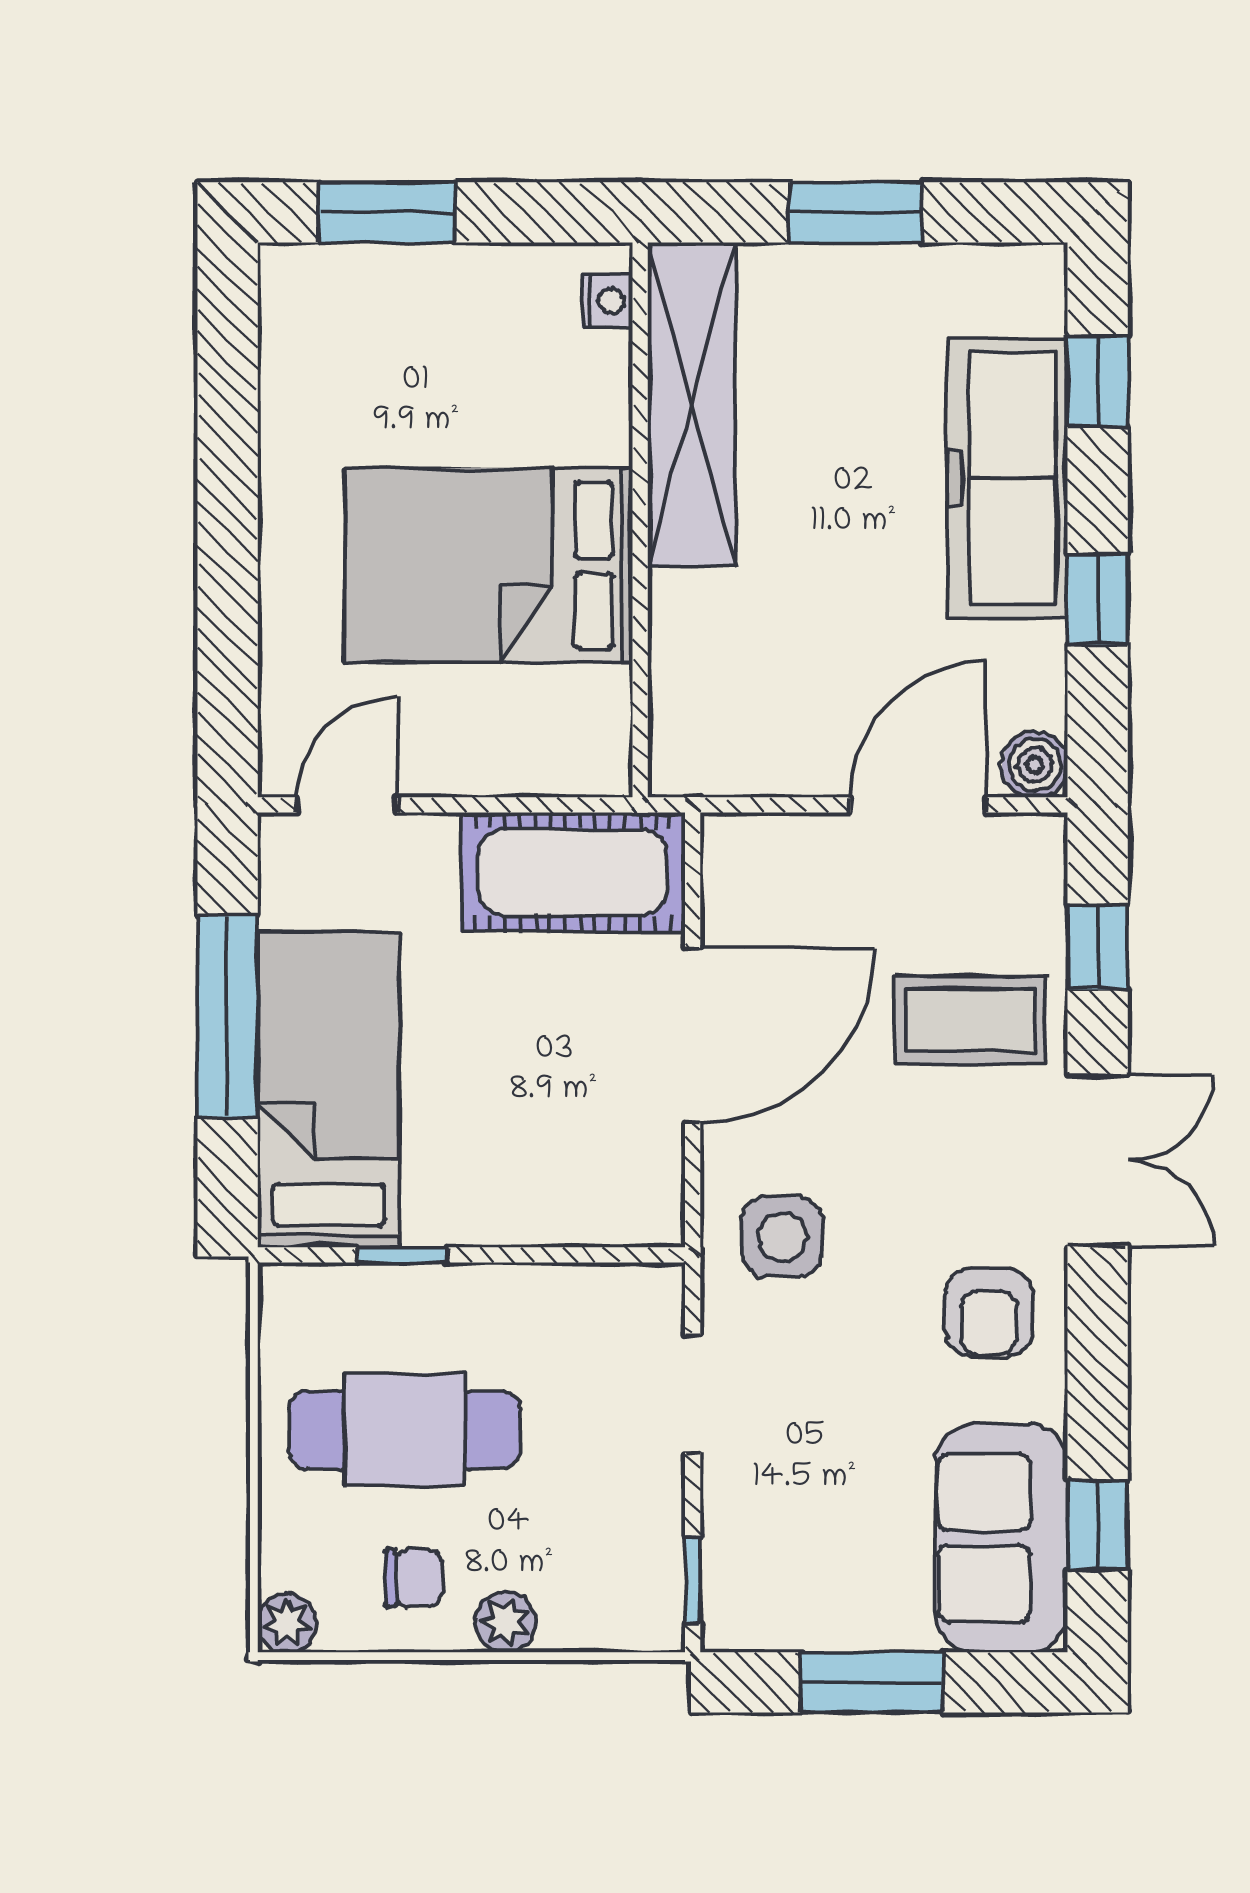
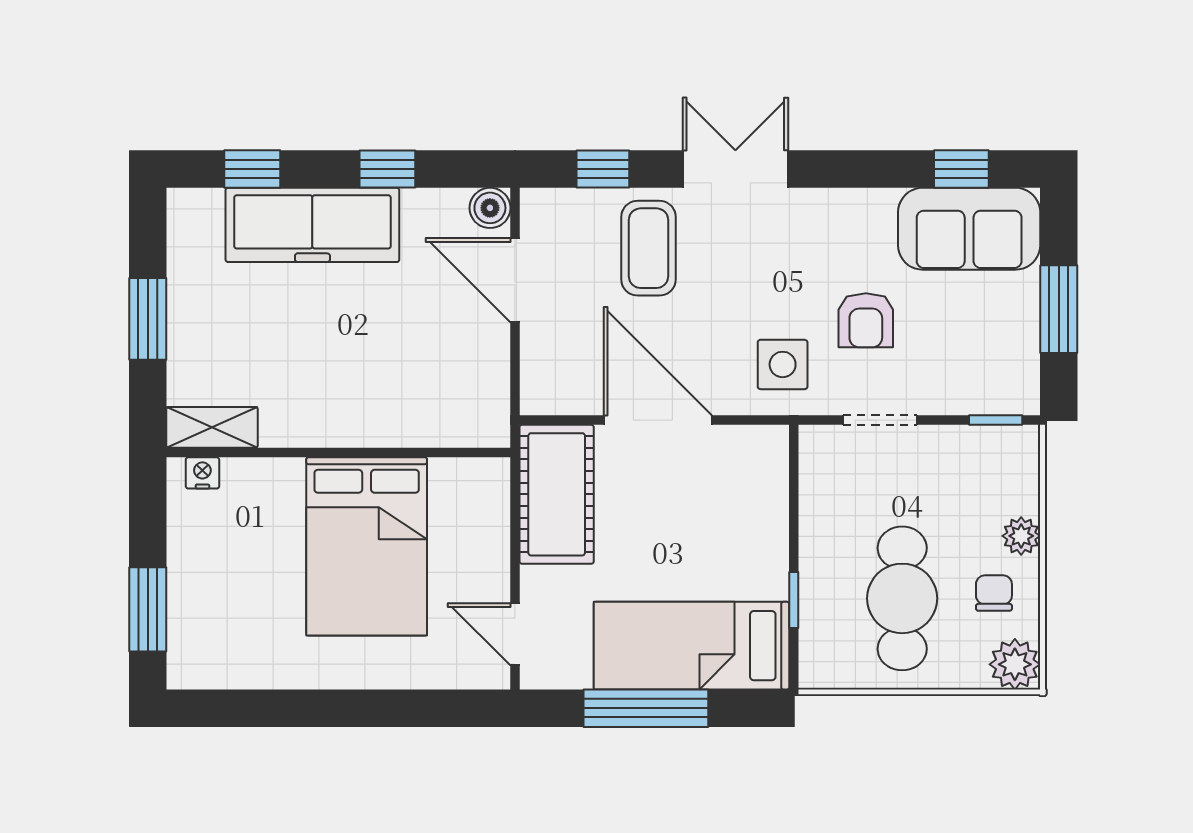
shelving: (692, 405) -> (212, 427), width x0.45, depth x0.75
armchair: (989, 1312) -> (866, 320), moved, turned 90
plant: (287, 1623) -> (1015, 664), width x1.38, depth x1.38

